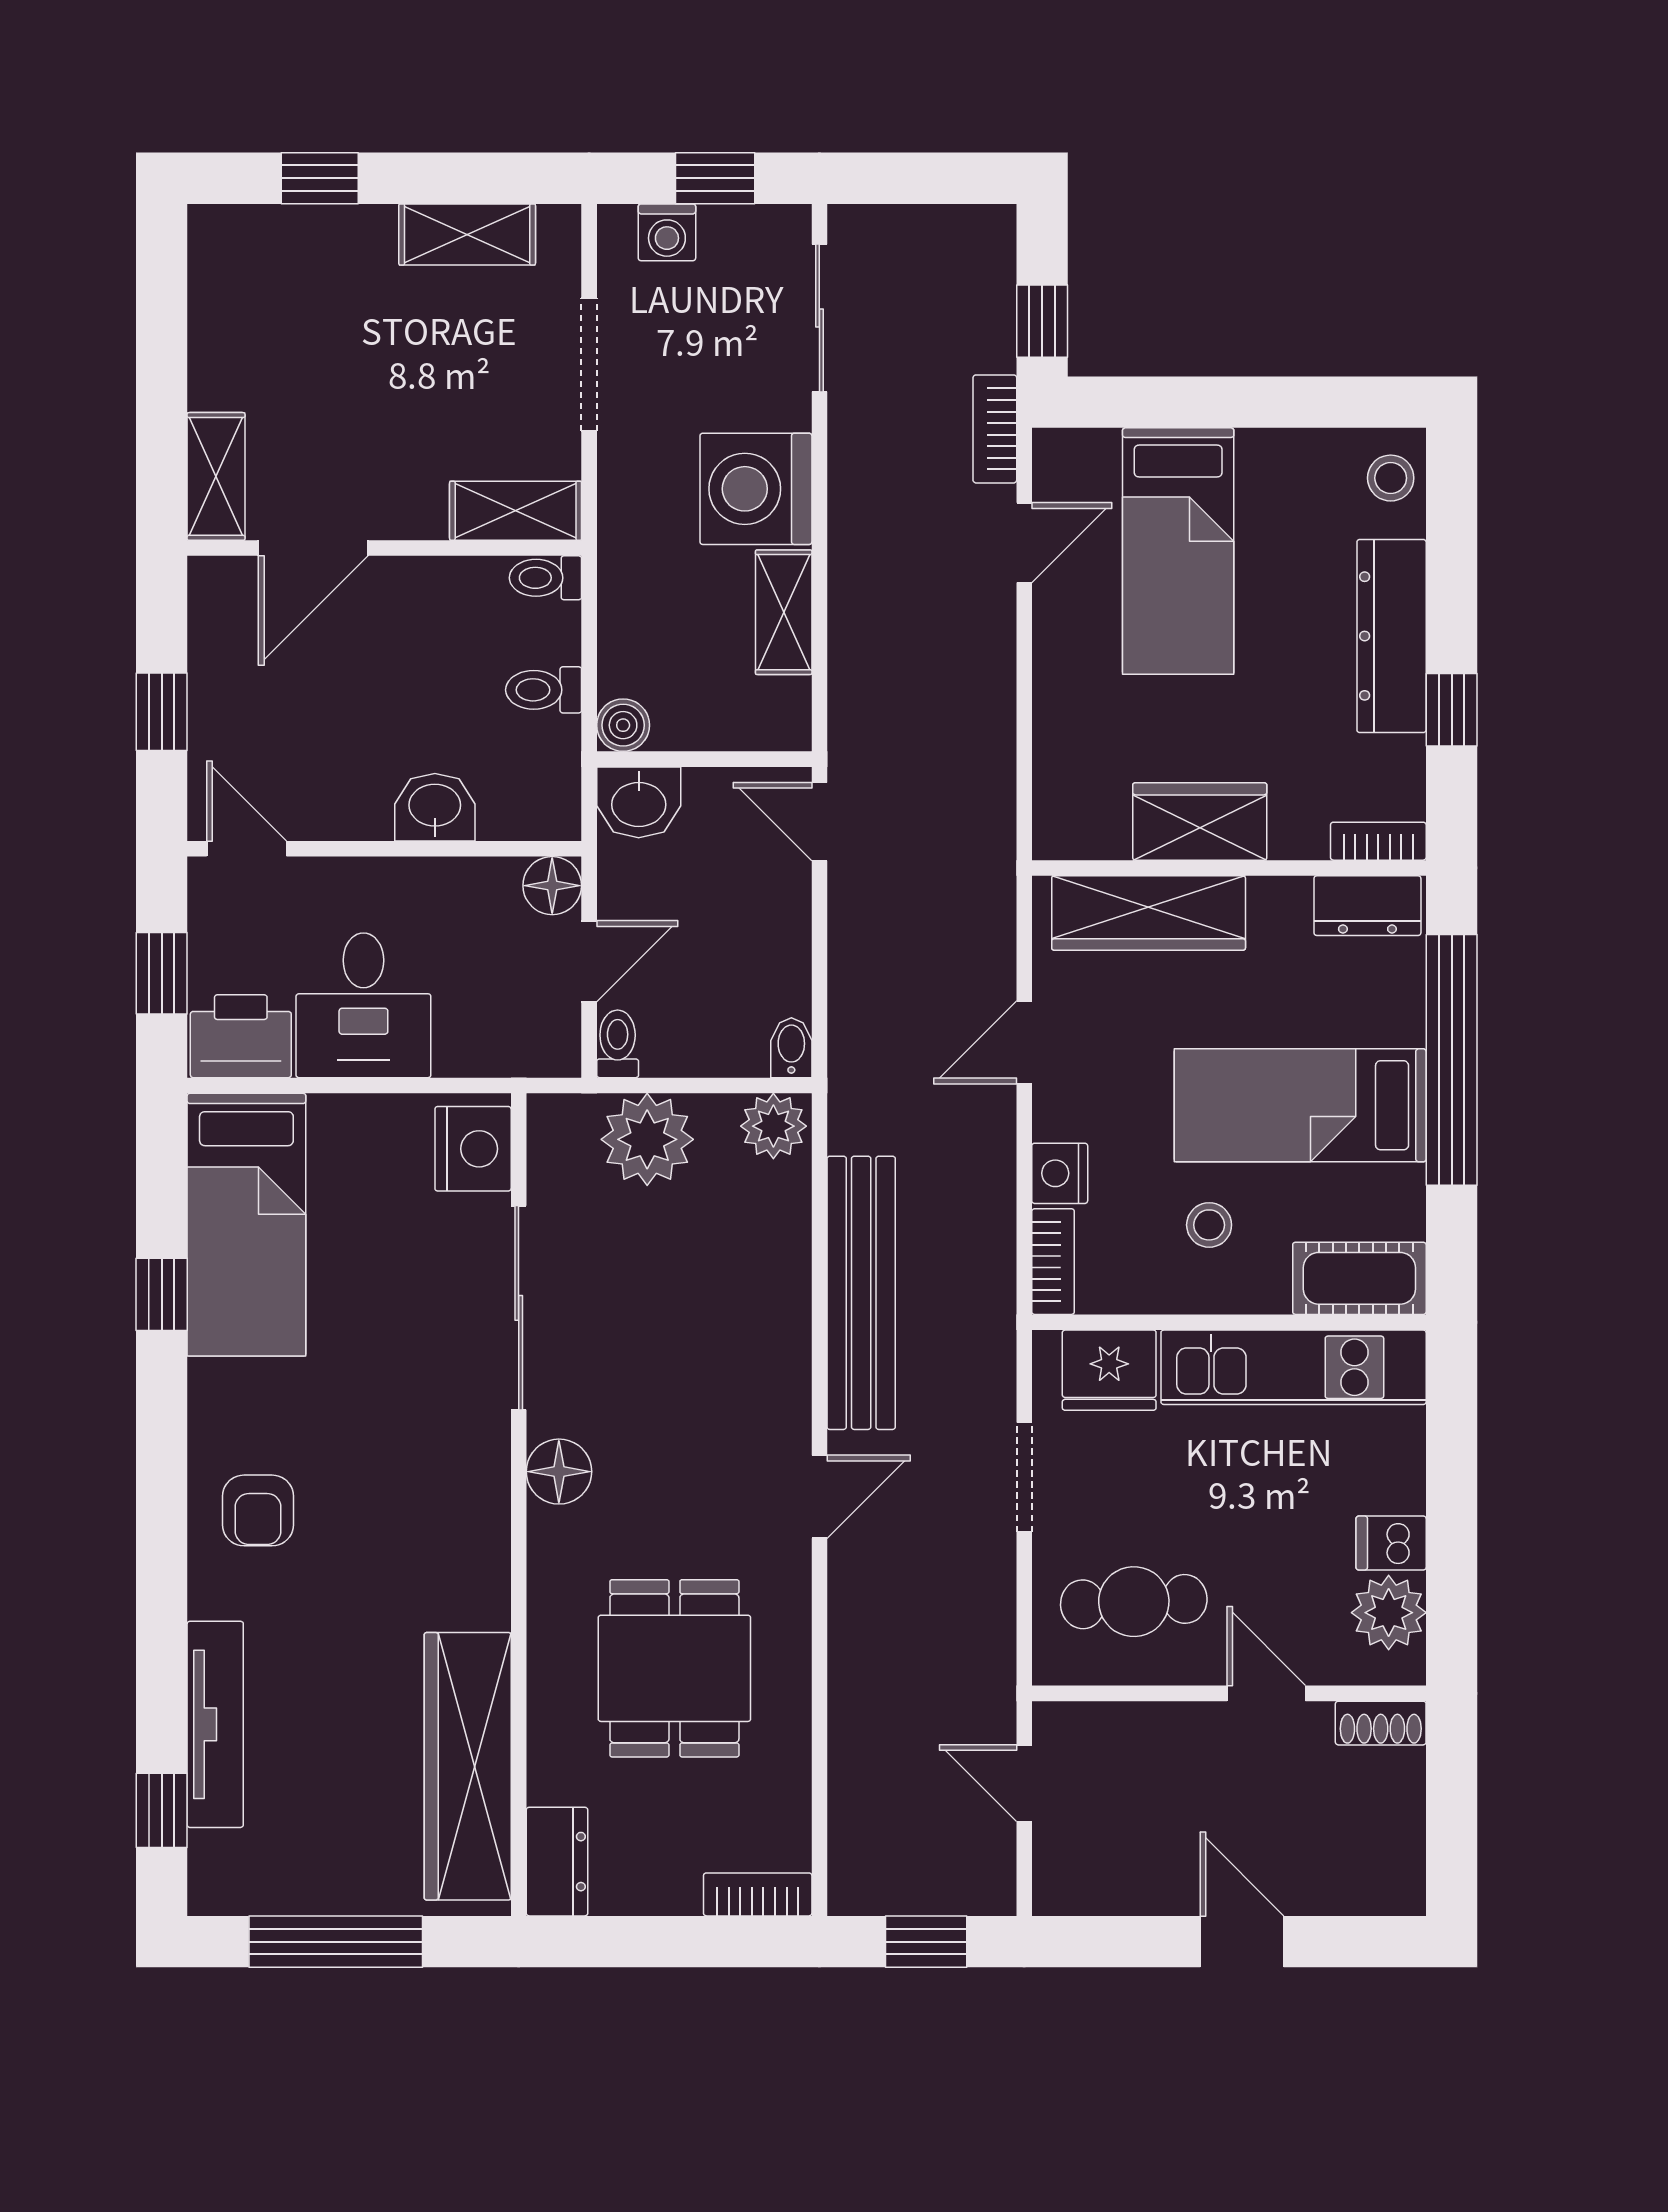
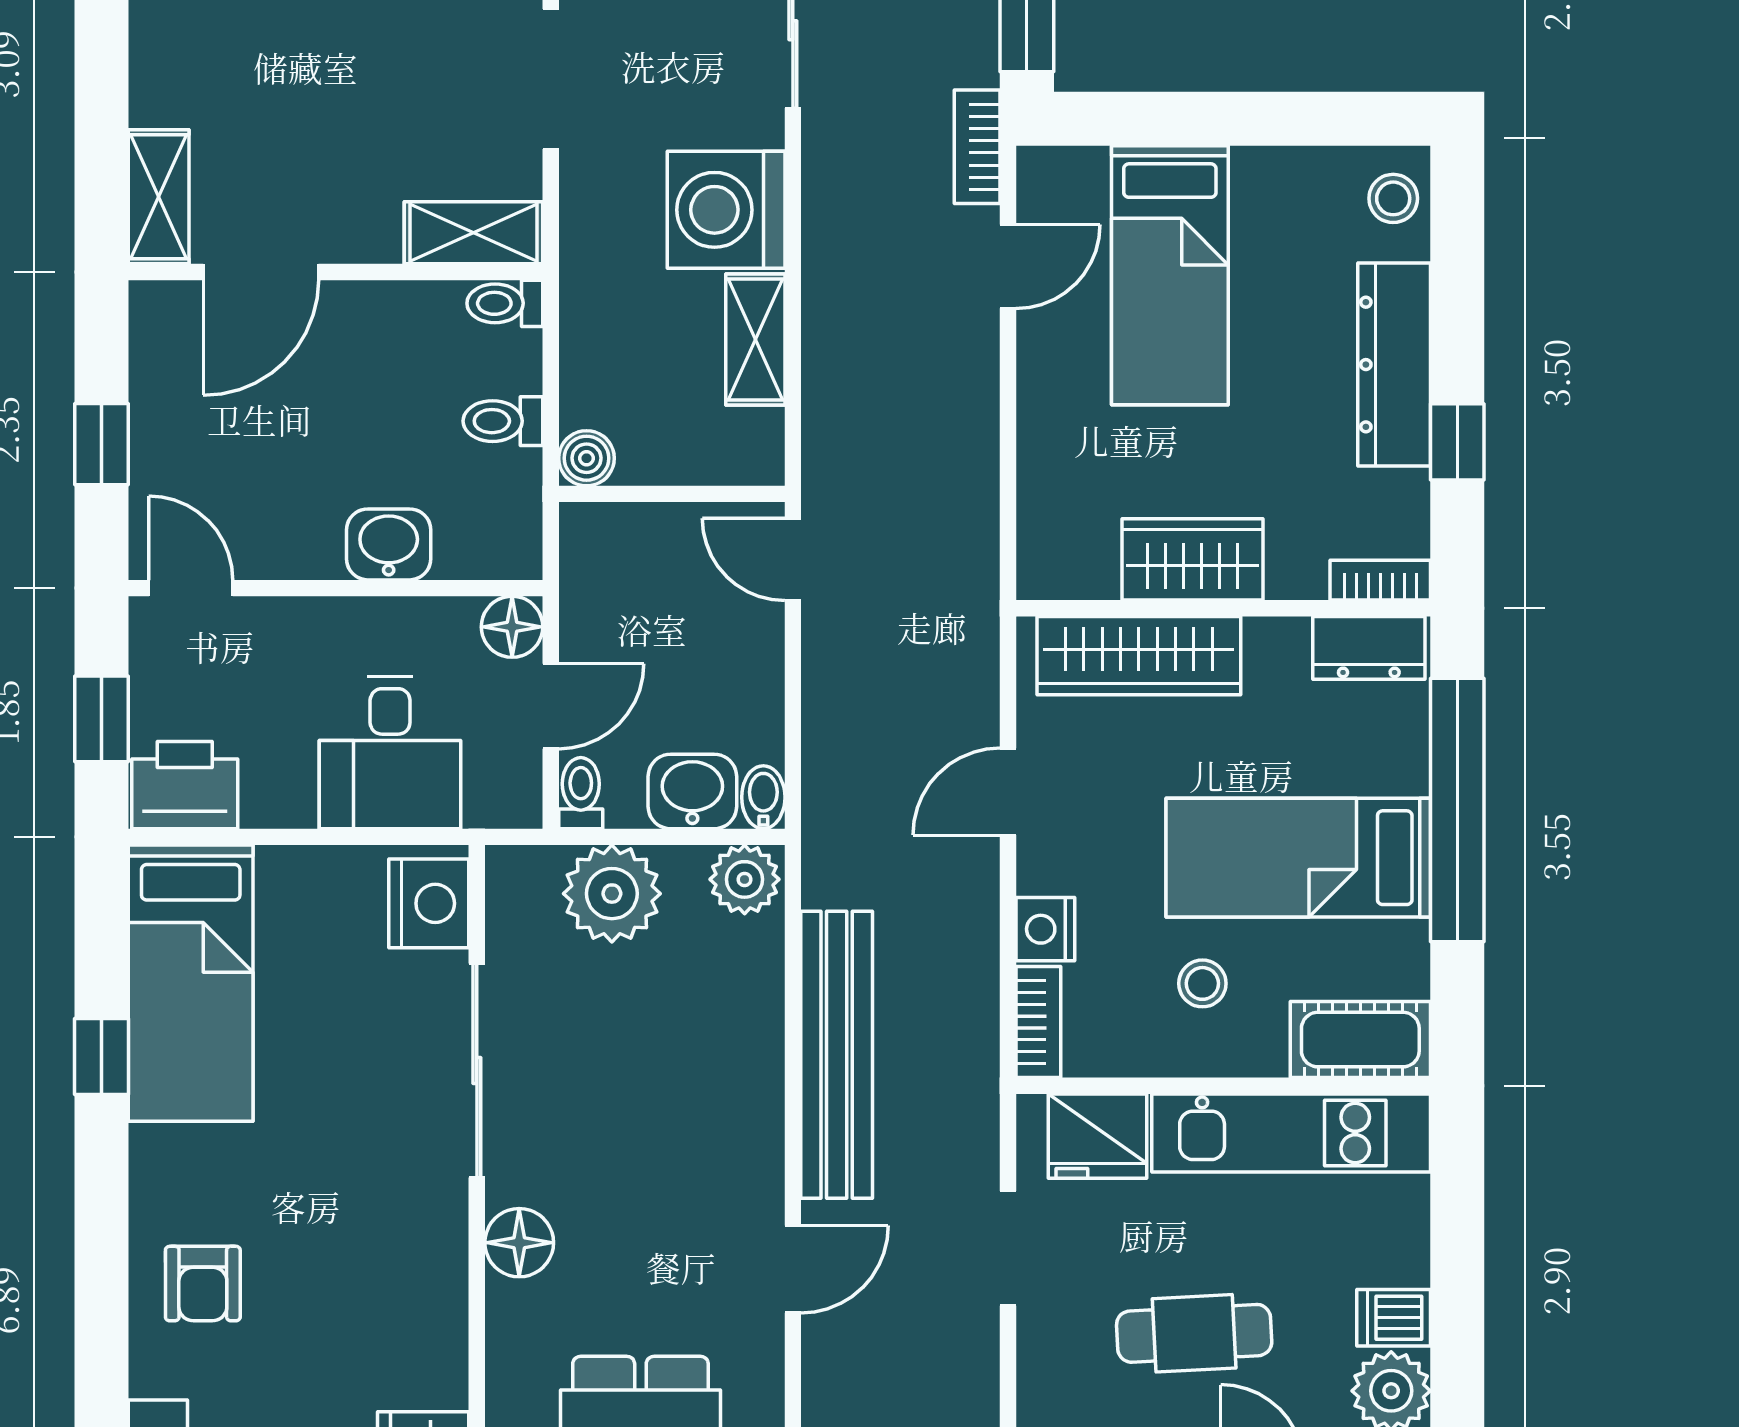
washbasin: (639, 802) -> (692, 791), moved, turned 180
desk: (363, 1005) -> (390, 753), moved
cafe table: (1134, 1602) -> (1194, 1333), moved

